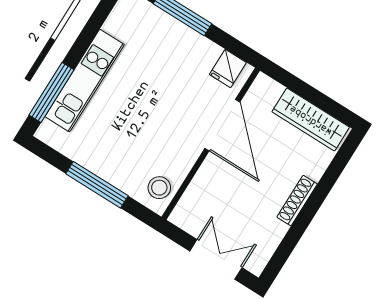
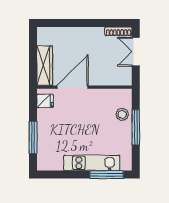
wardrobe: (311, 120) -> (45, 66), moved
stool: (159, 188) -> (122, 114), moved
shoe rack: (297, 201) -> (118, 31), moved

